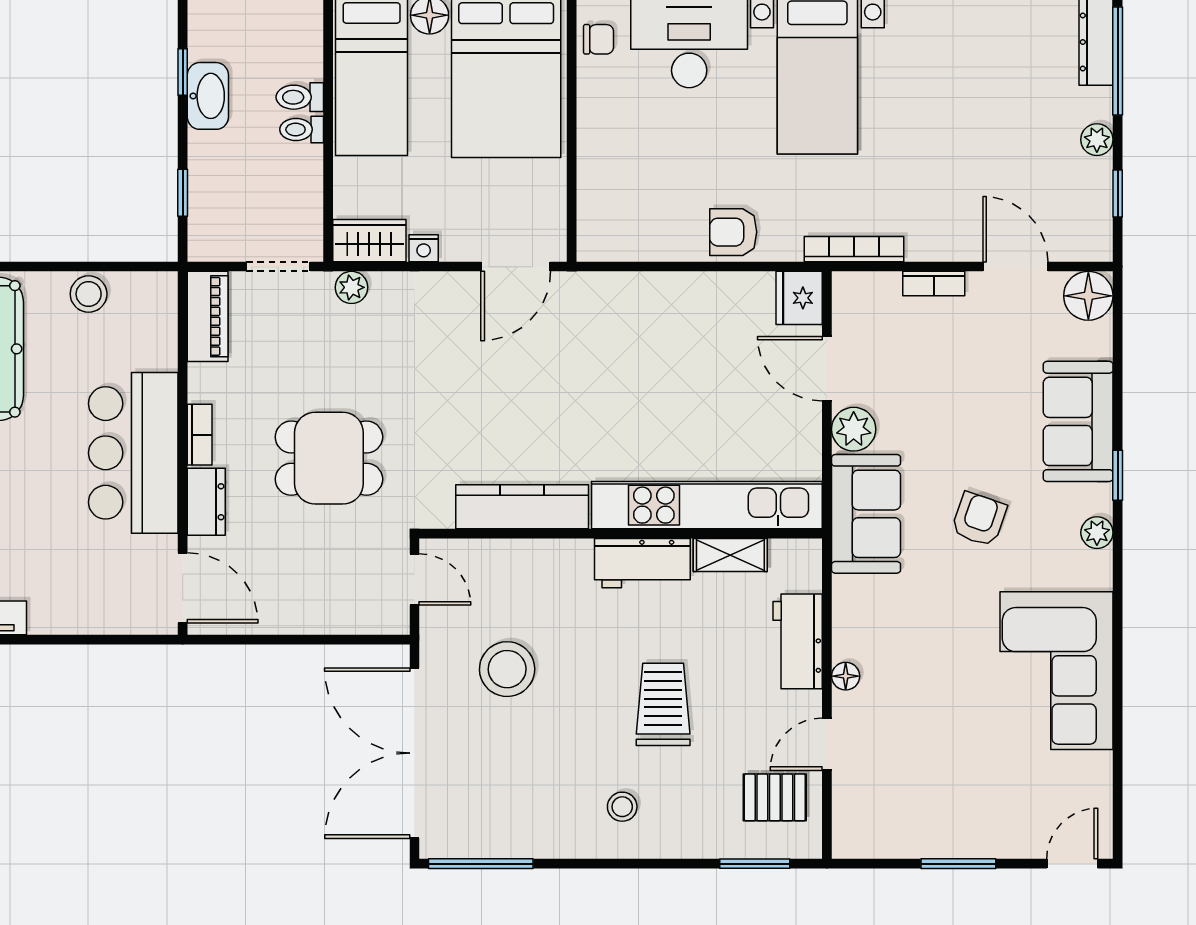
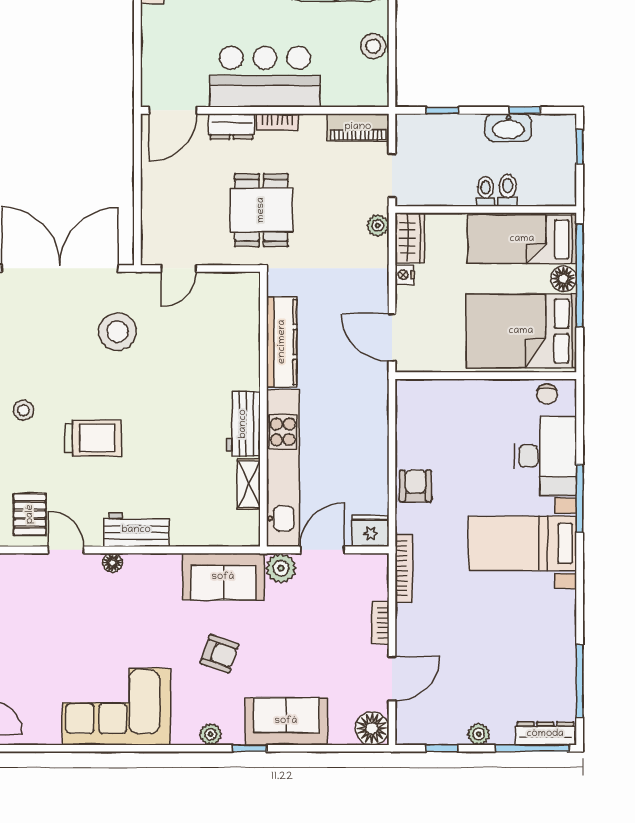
kitchen unit: (707, 505) -> (283, 468), moved
kitchen counter: (522, 507) -> (282, 342), moved
wall: (621, 534) -> (263, 409), moved
shelving: (730, 555) -> (249, 484), moved
workbench: (642, 563) -> (243, 424), moved

